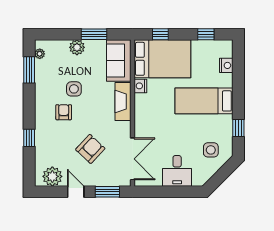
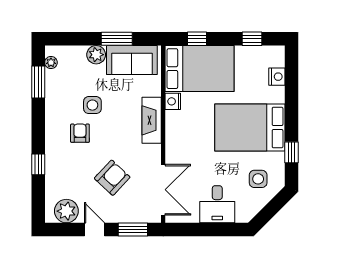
sofa: (119, 61) -> (132, 60), moved, turned -90
bed: (204, 101) -> (250, 127), width x1.50

